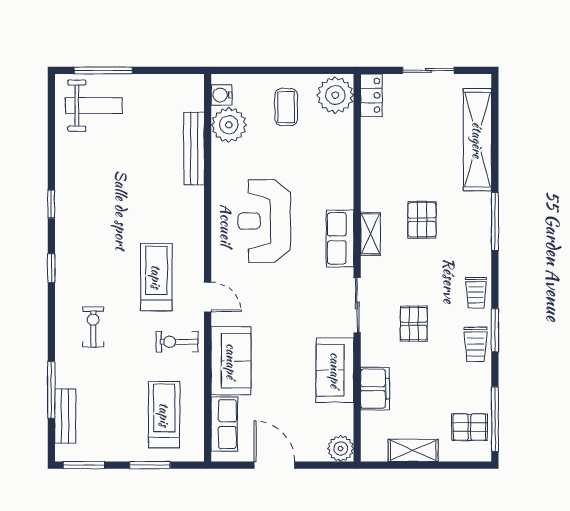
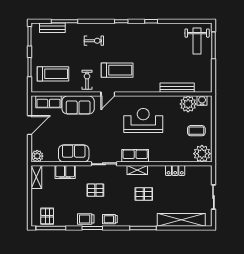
locker: (372, 95) -> (175, 170), moved
shelving: (413, 450) -> (36, 177), moved

